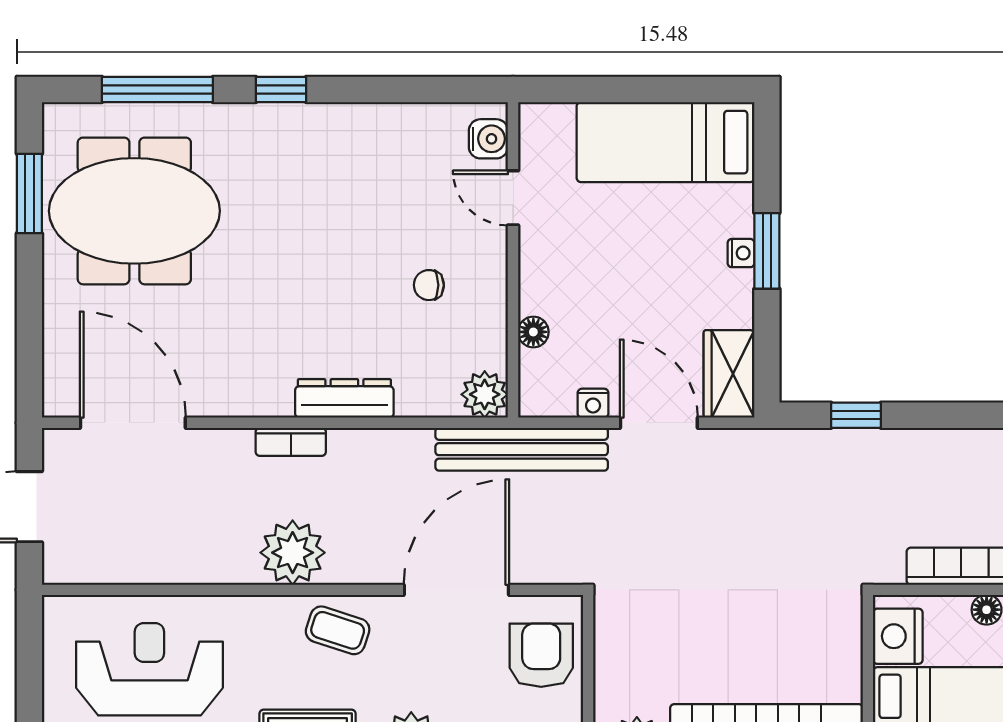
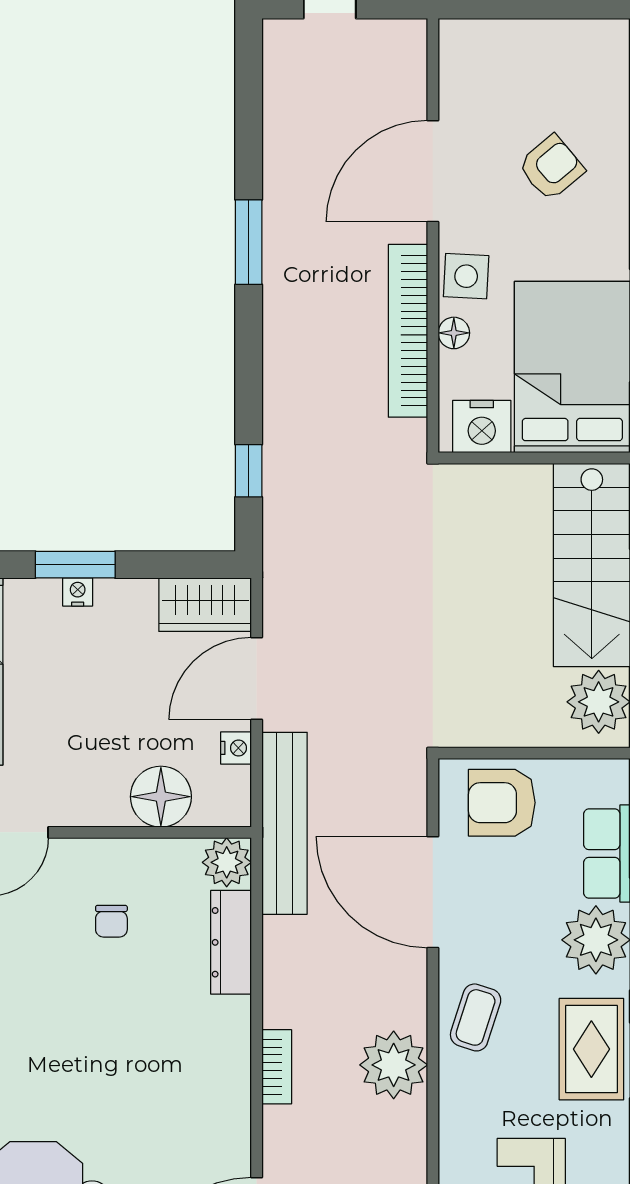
floor lamp: (533, 332) -> (161, 797), width x1.89, depth x1.89
dresser: (344, 398) -> (231, 942), moved

